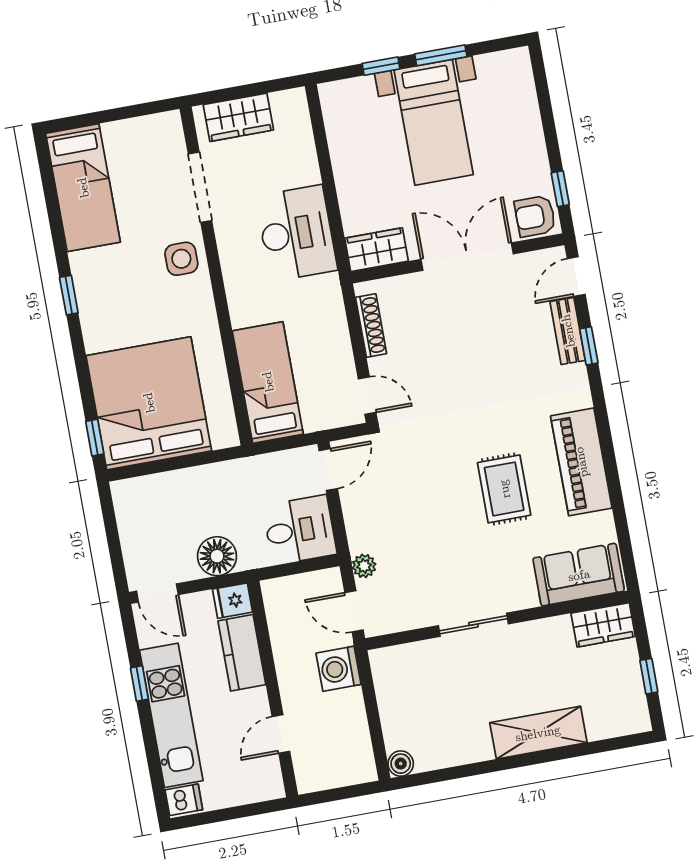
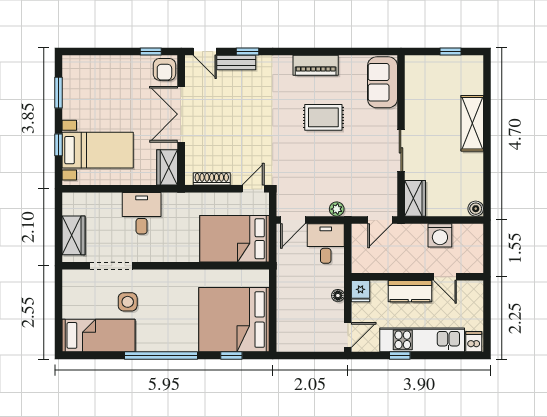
window: (441, 55) -> (58, 93), moved
bed with nightstands: (434, 122) -> (98, 150), moved
desk: (296, 233) -> (142, 213), width x0.73
side table: (181, 259) -> (128, 302), moved
window: (69, 295) -> (161, 355), width x3.17
bed: (268, 382) -> (234, 239), width x1.50
window: (95, 438) -> (231, 355), moved
piano: (581, 462) -> (316, 65), width x0.73, depth x0.75
door: (328, 470) -> (293, 220), swing flipped
floor lamp: (217, 556) -> (338, 296), width x0.53, depth x0.53
plant: (364, 566) -> (337, 209), moved
wardrobe: (603, 625) -> (415, 198), moved
kitchen counter: (242, 653) -> (410, 291), moved
washing machine: (339, 669) -> (440, 235), moved

